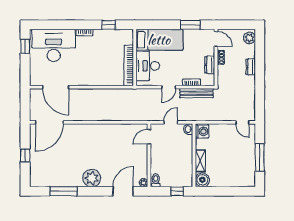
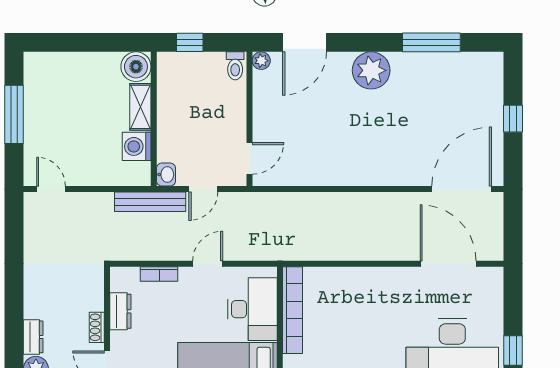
dresser: (251, 67) -> (33, 337), moved
bench: (196, 93) -> (150, 202), moved
washing machine: (202, 131) -> (137, 146), moved

